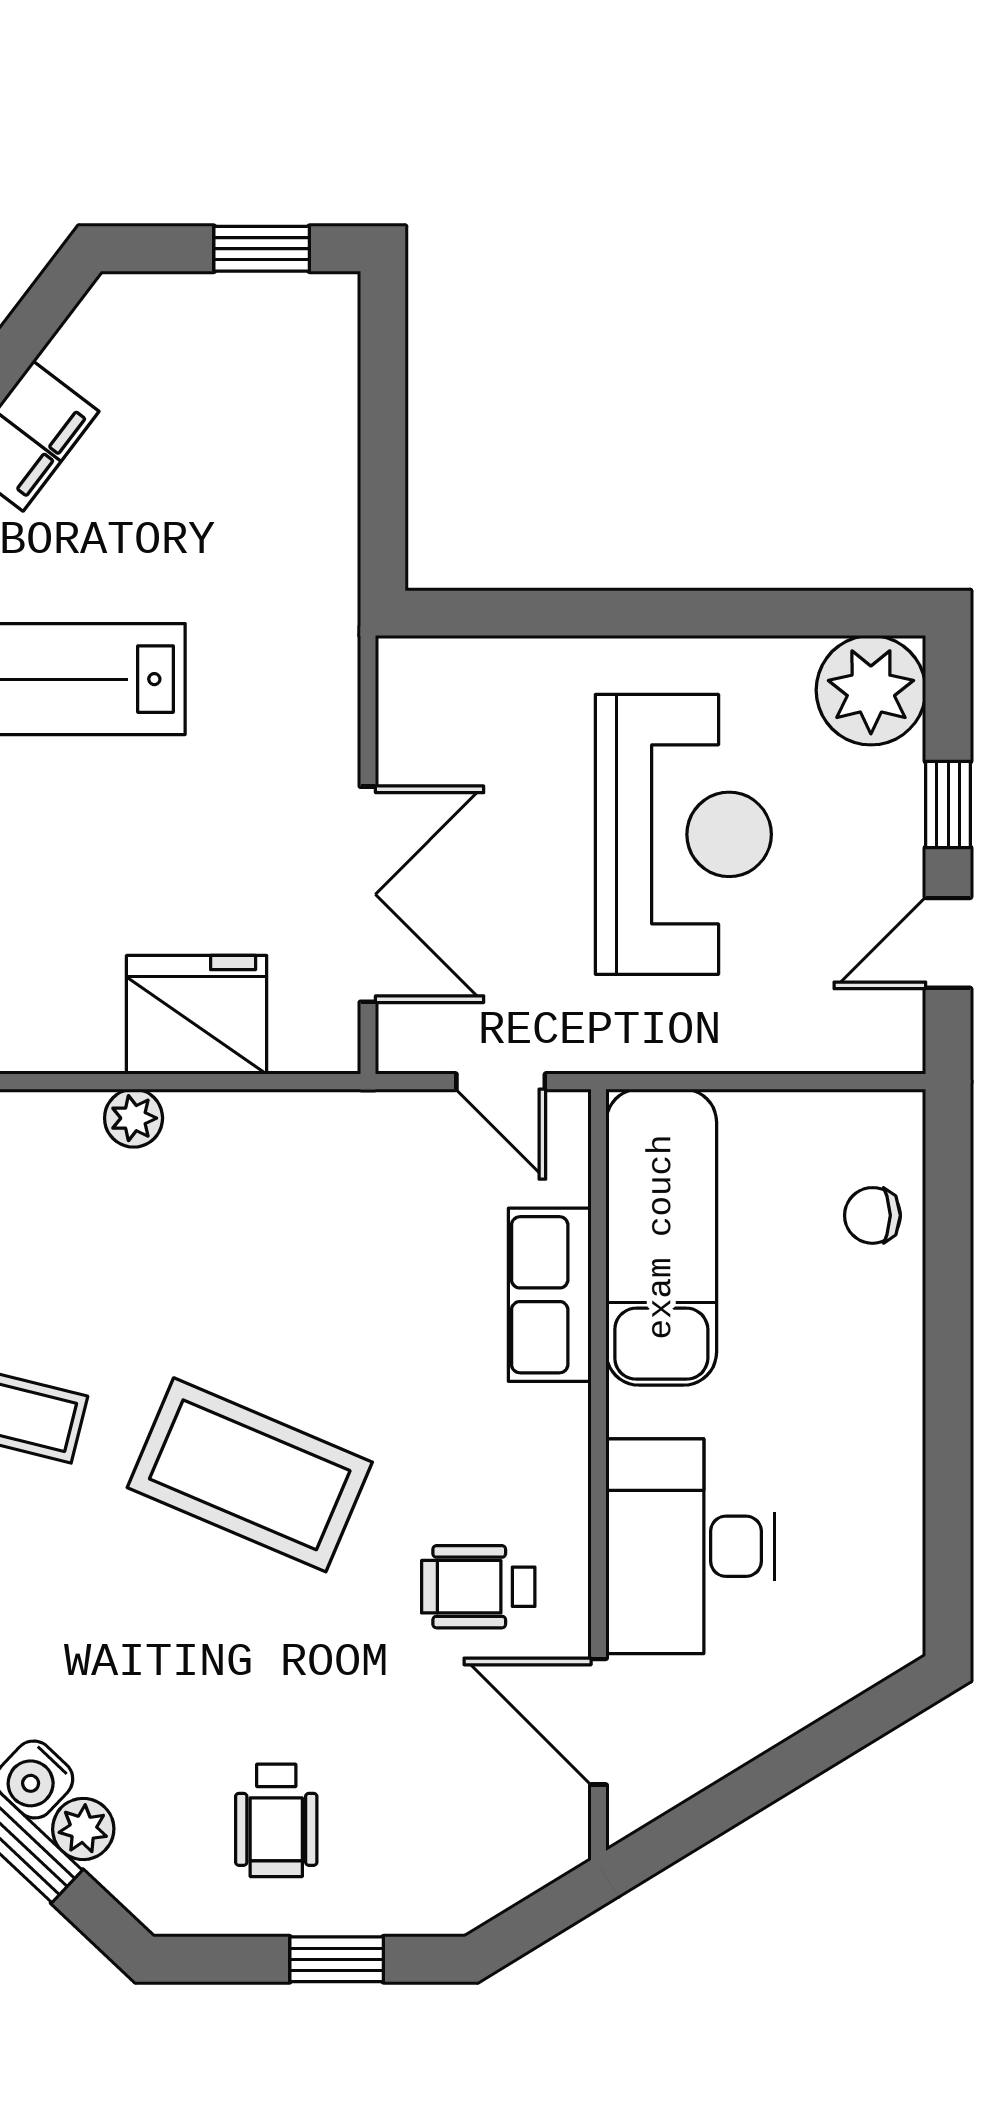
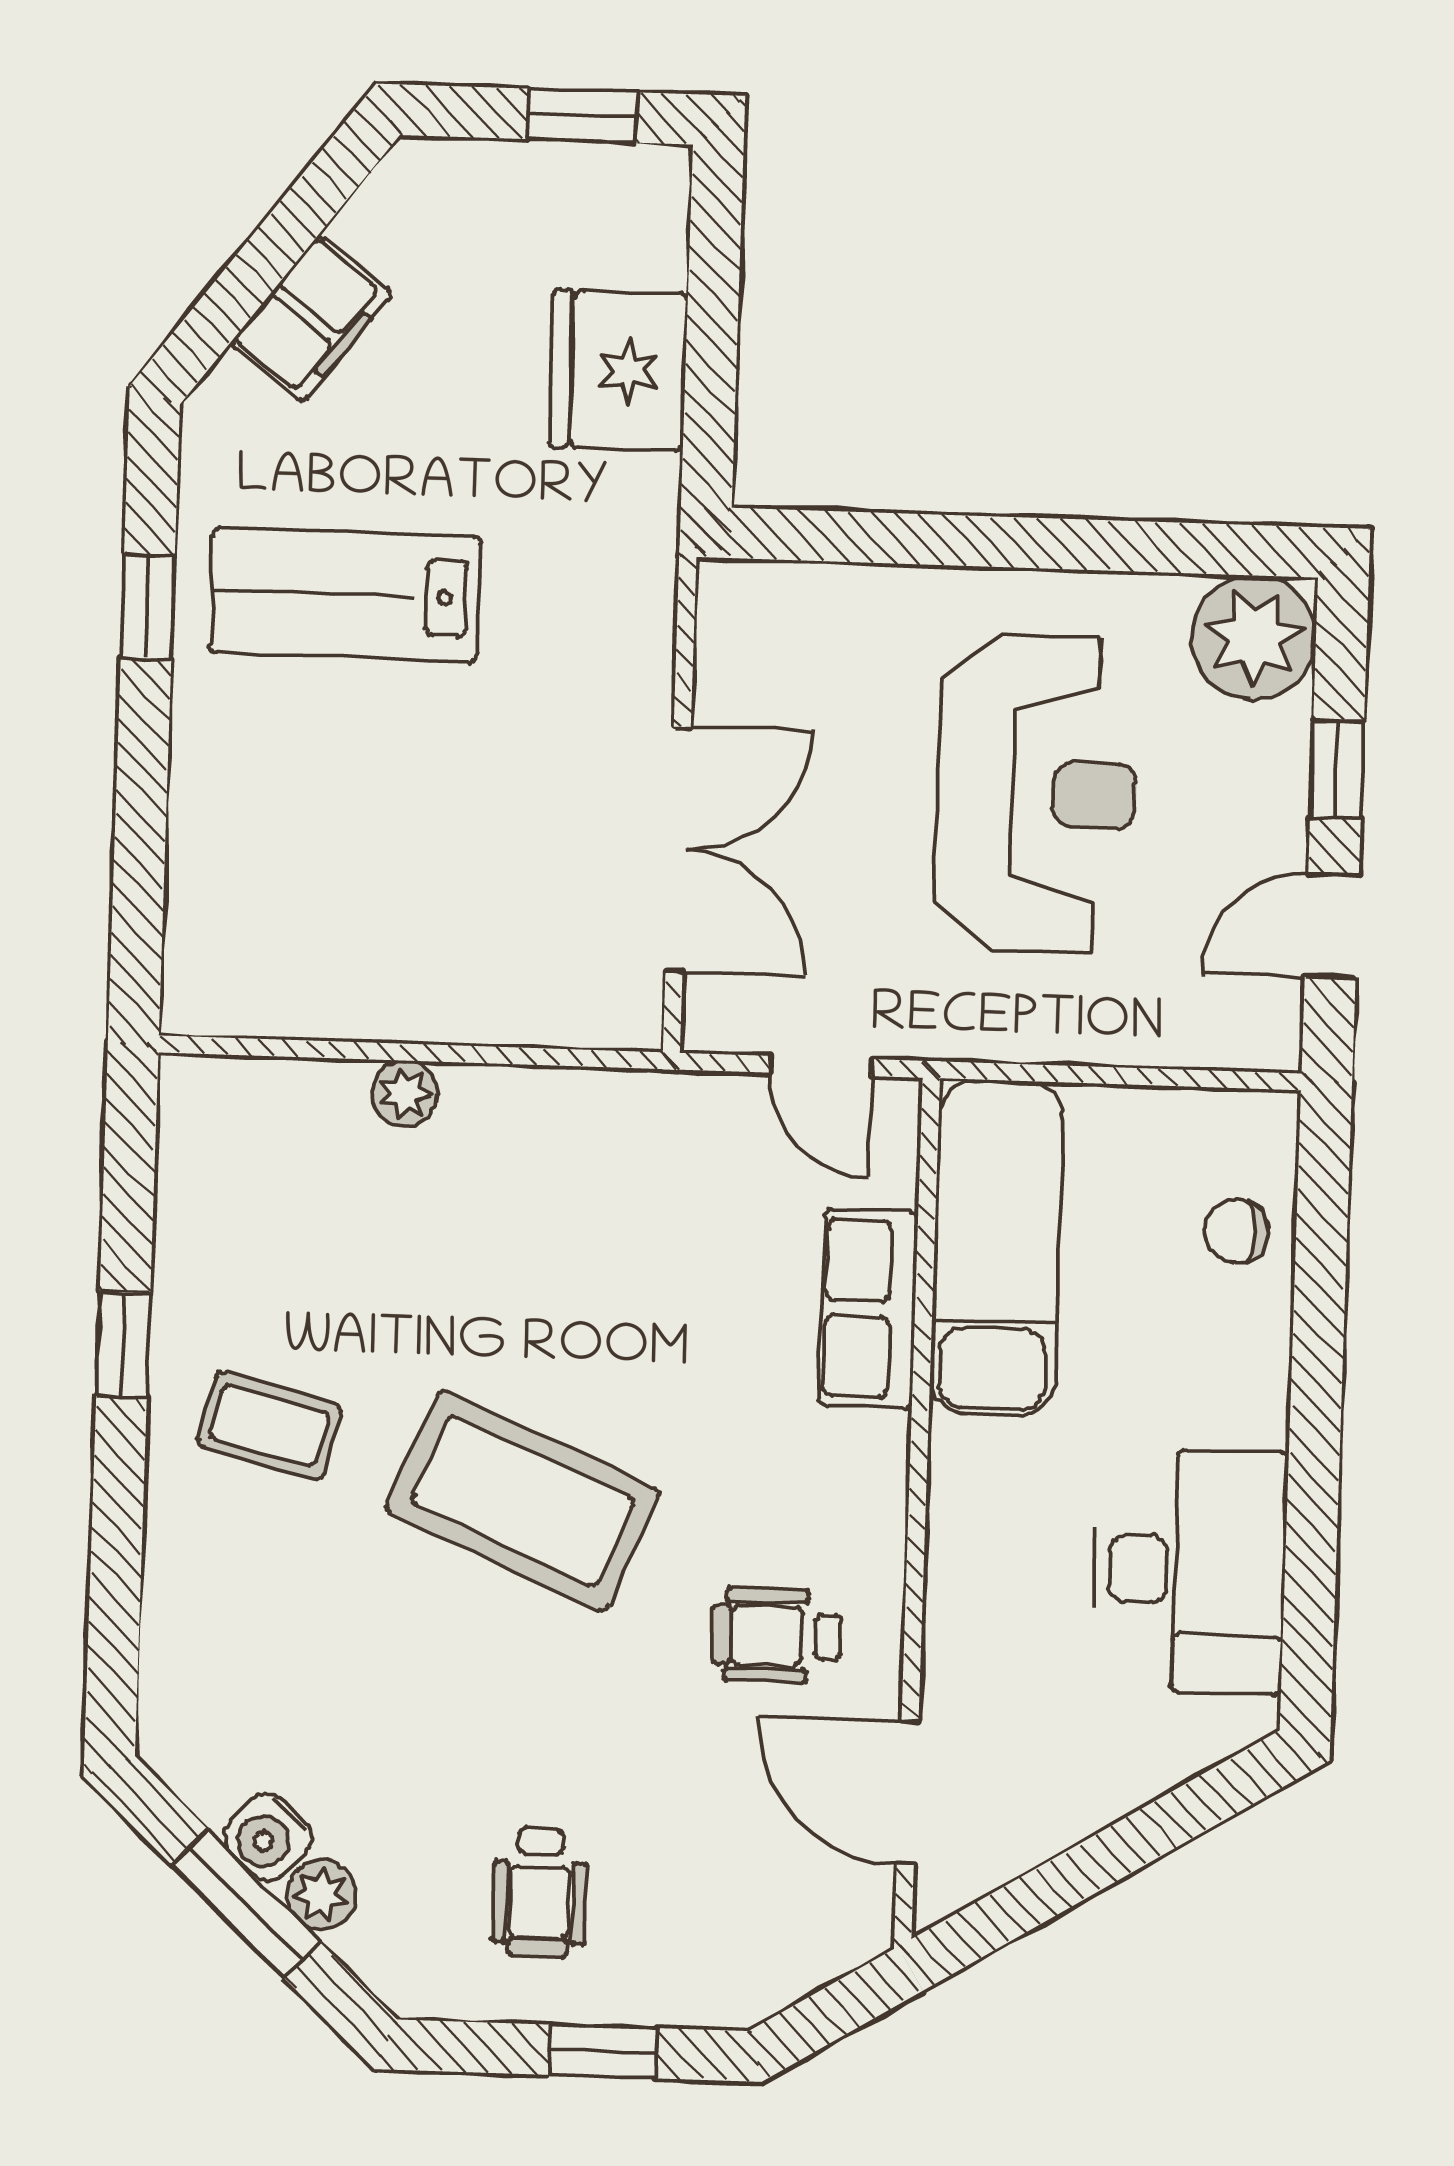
fridge: (197, 1015) -> (618, 370), moved, turned -90
desk: (690, 1546) -> (1190, 1571), moved, turned 180

